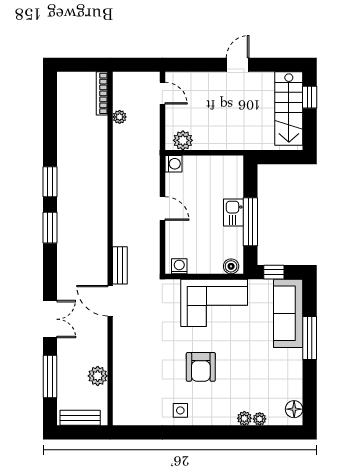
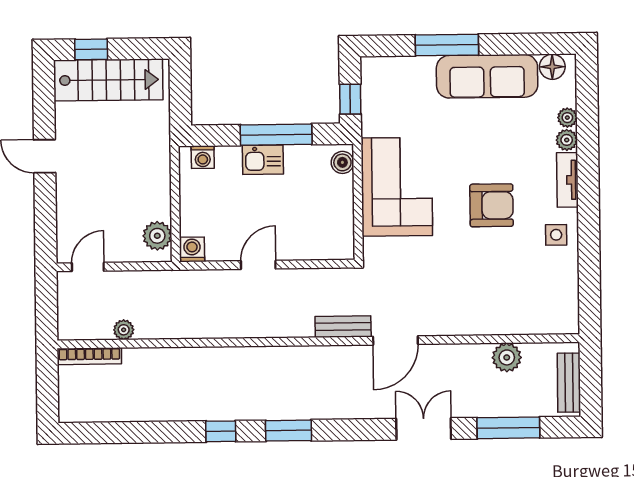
window: (50, 182) -> (221, 431), width x0.67
washing machine: (179, 266) -> (203, 157), moved, turned -90
sofa: (288, 313) -> (487, 76), moved
tv unit: (217, 418) -> (567, 180), added

